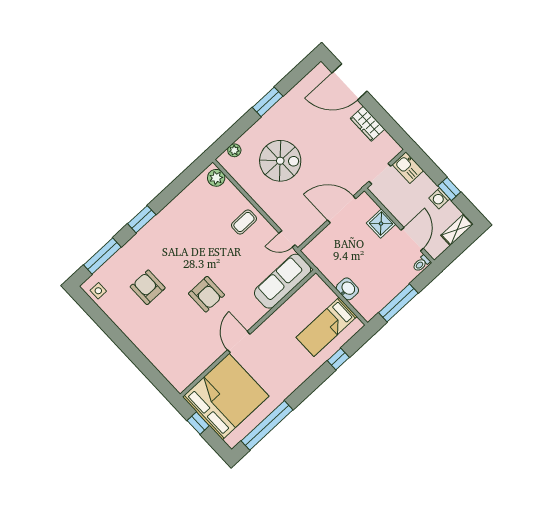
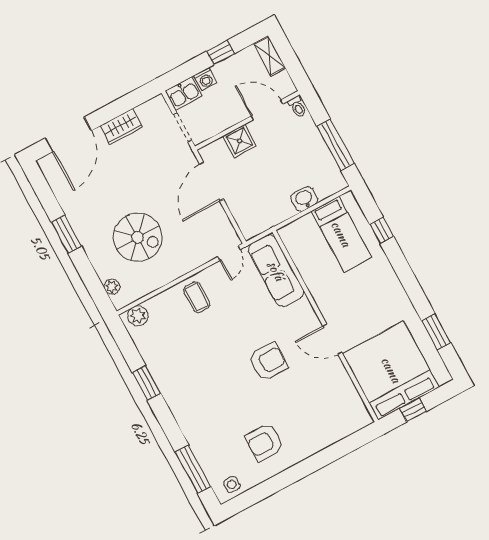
spiral stairs: (280, 161) -> (138, 237), turned 90
washing machine: (439, 198) -> (205, 79), moved
window: (142, 219) -> (147, 383), moved
armchair: (148, 287) -> (265, 442), moved
window: (267, 425) -> (436, 332), width x0.47

